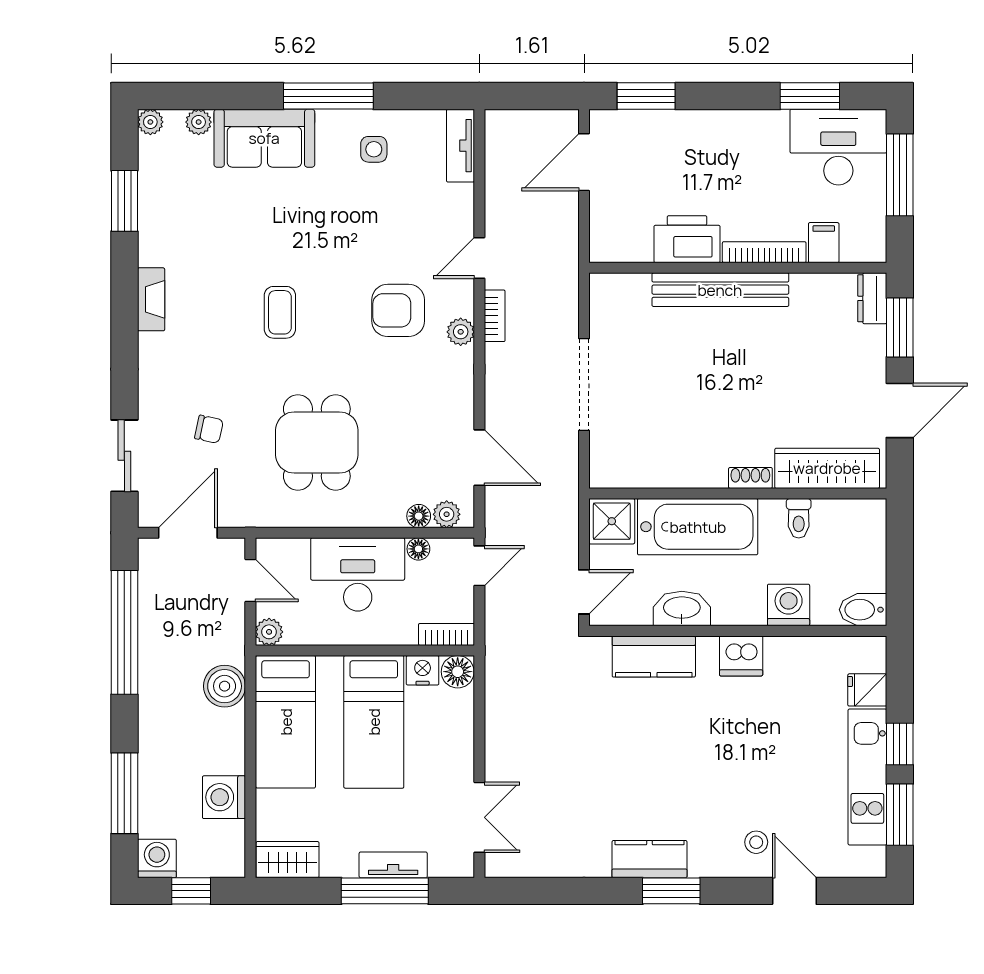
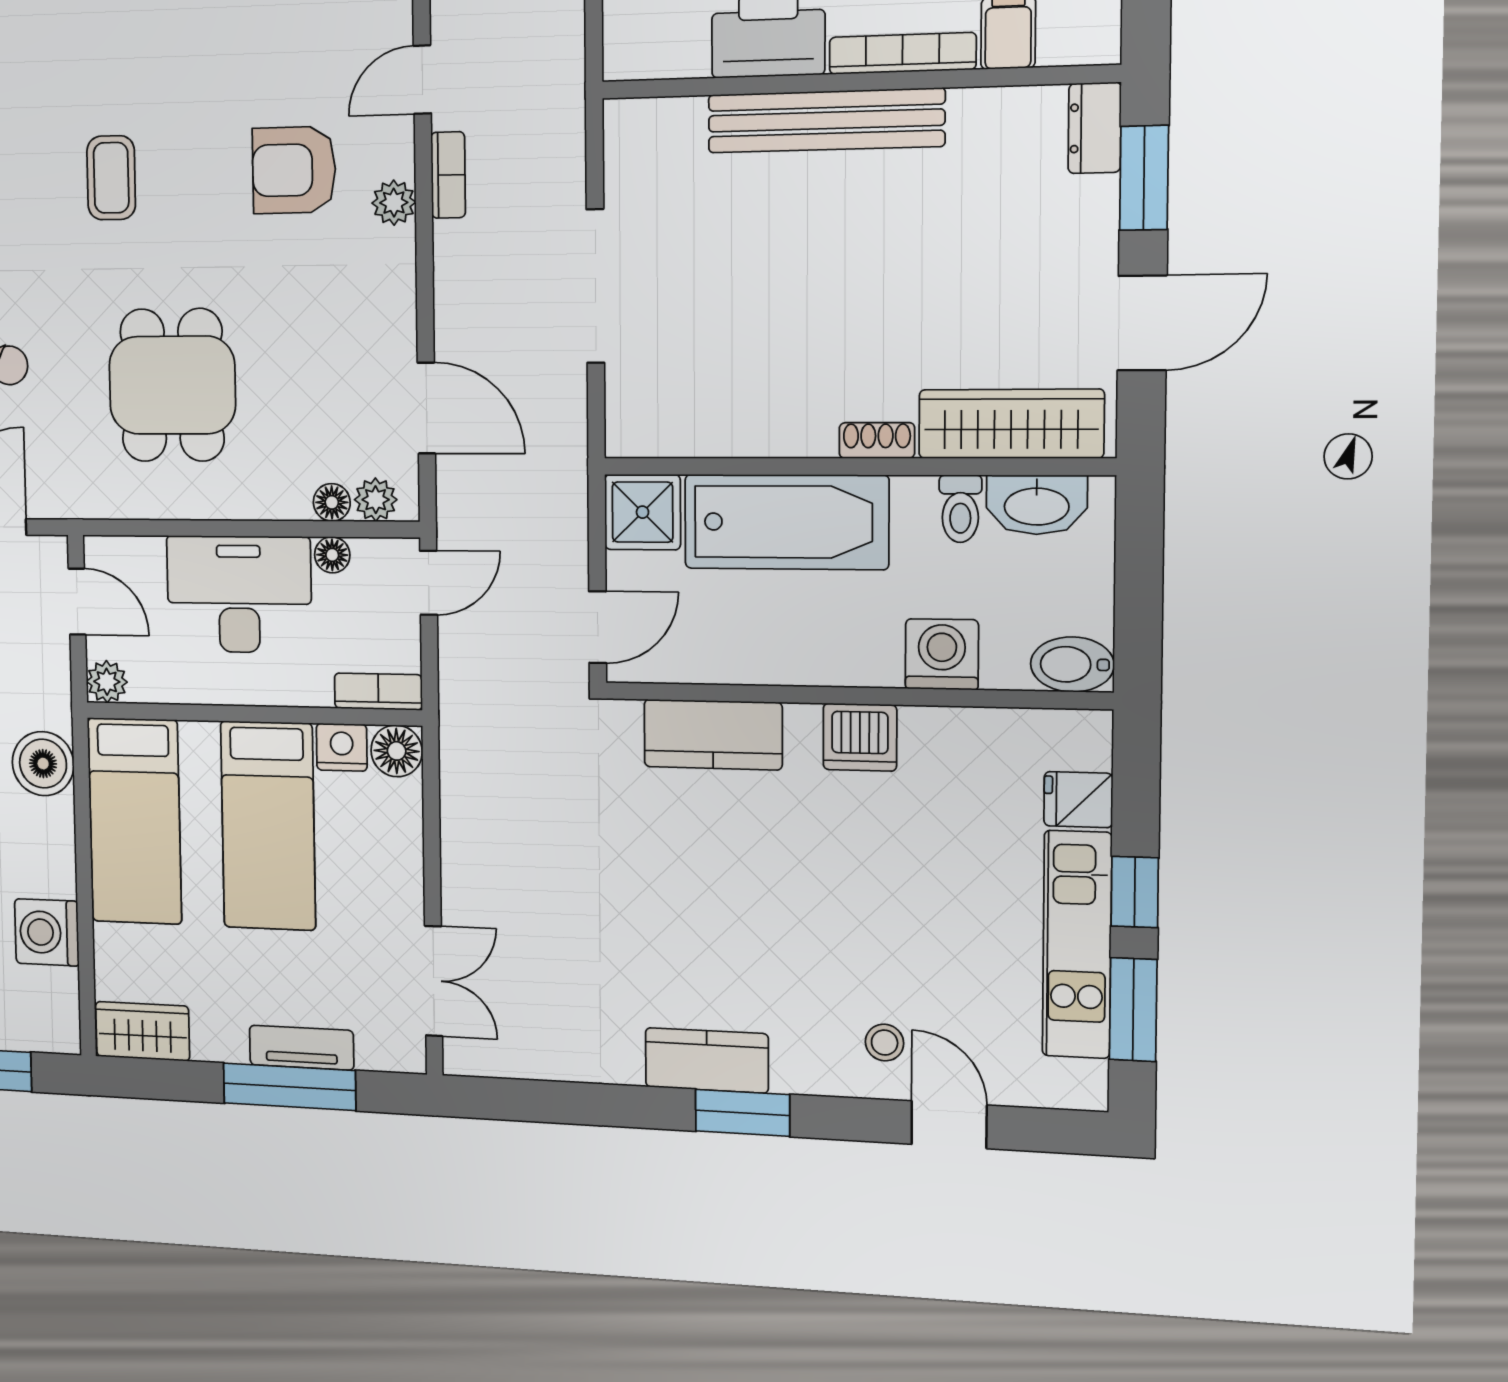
washbasin: (682, 609) -> (1037, 505), moved, turned 180

